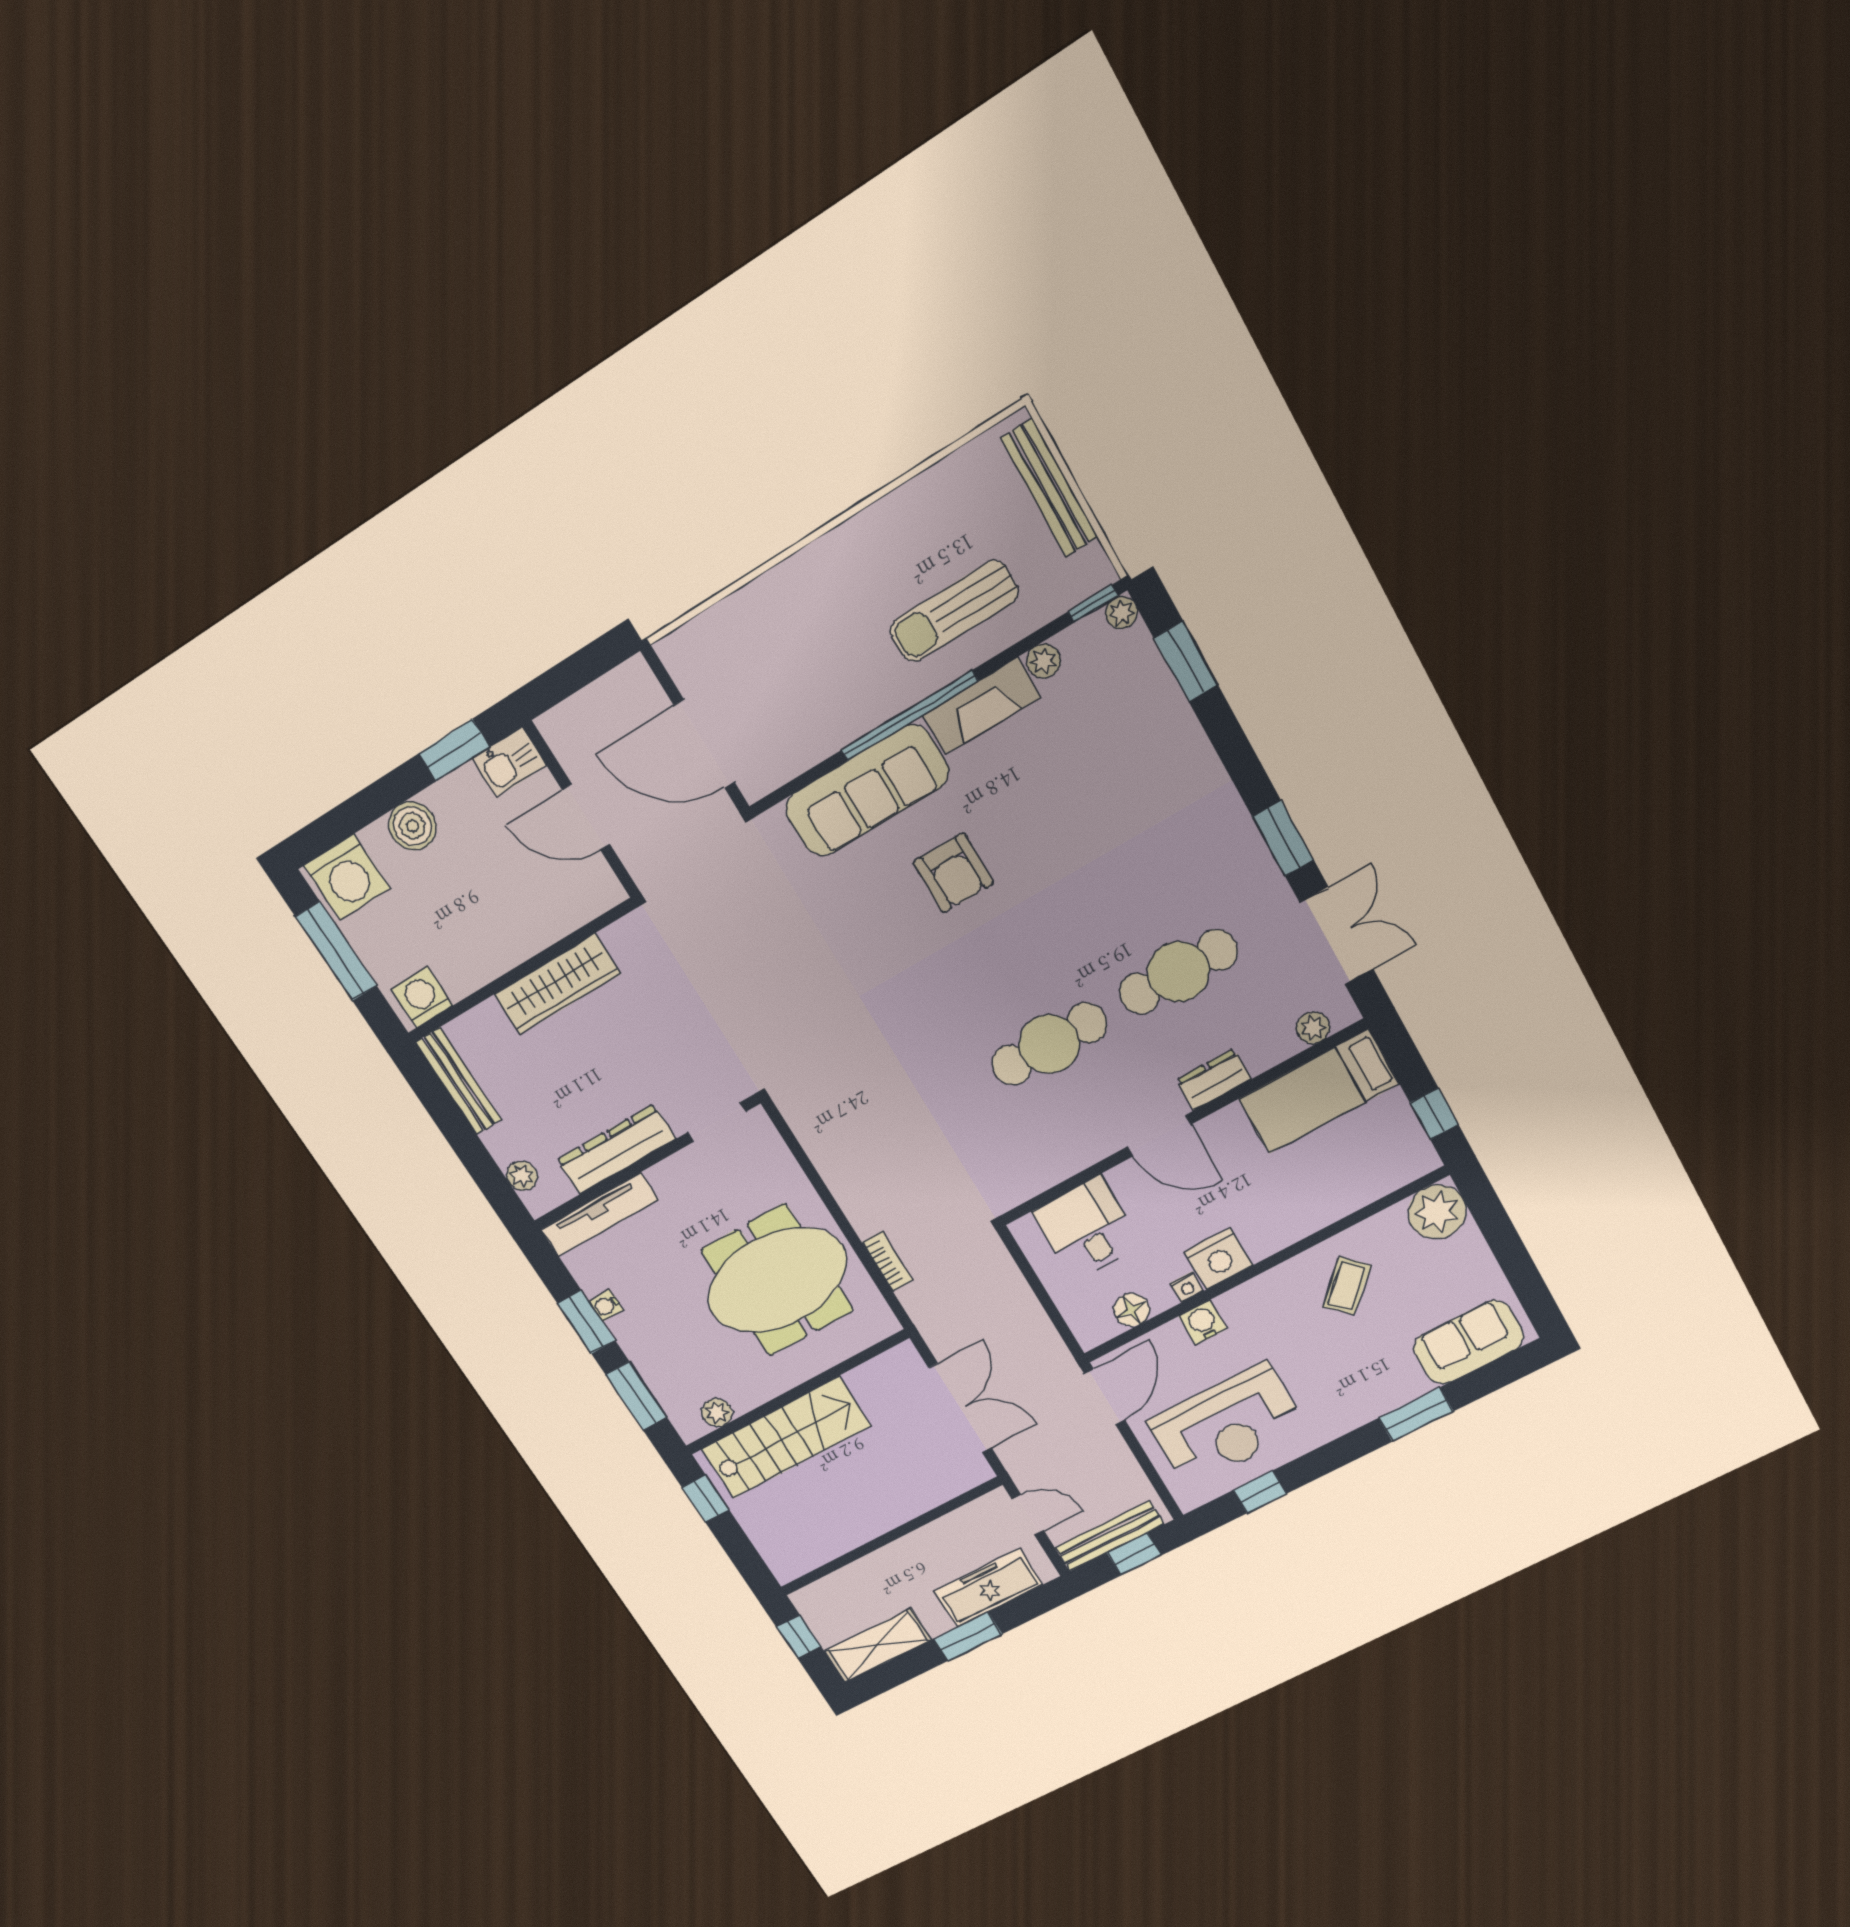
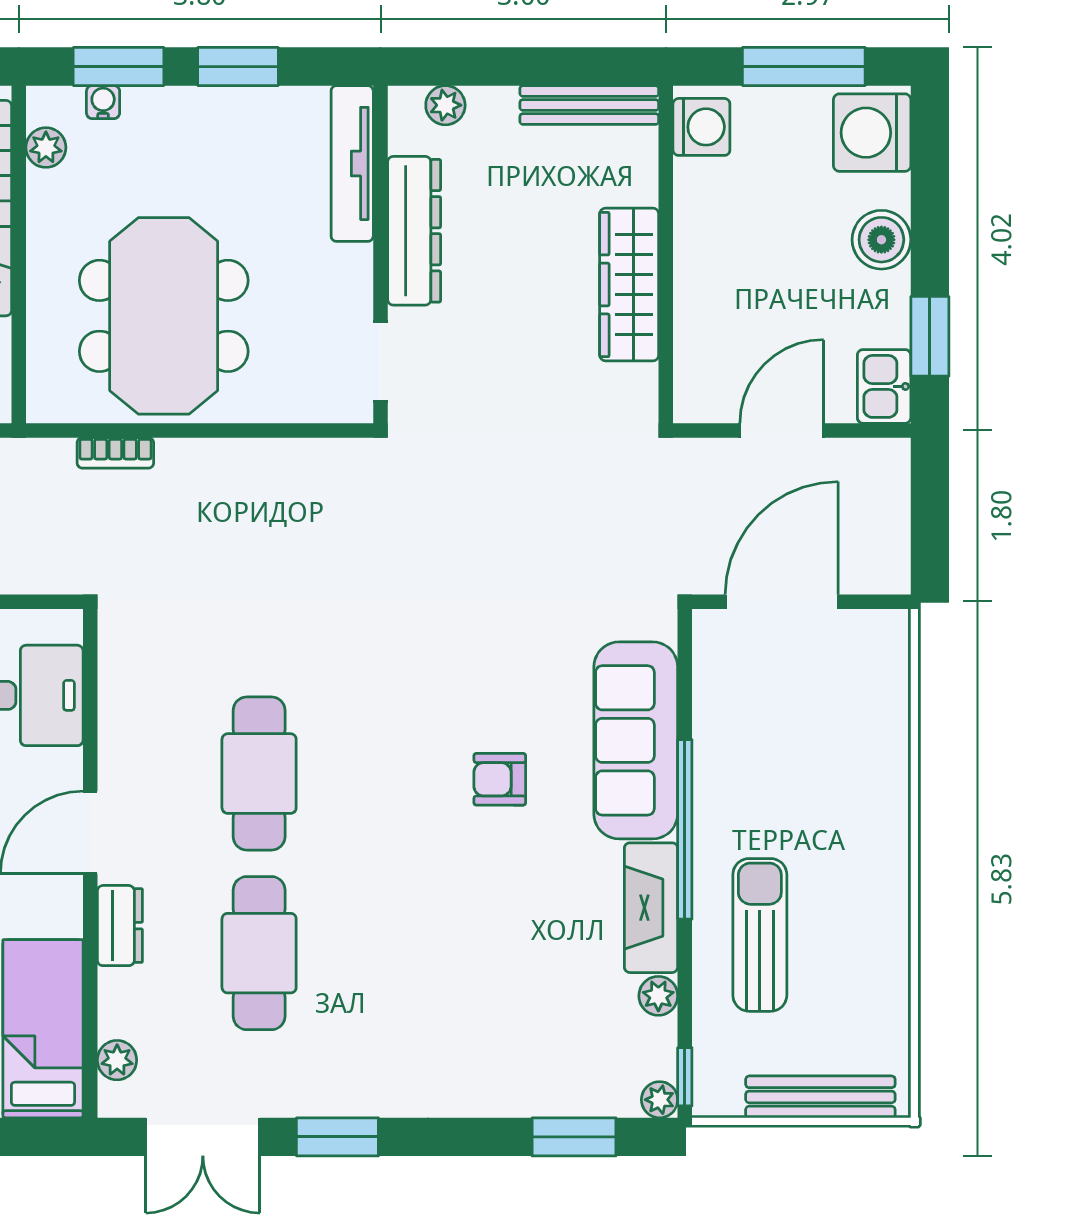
armchair: (953, 873) -> (500, 779), width x0.72, depth x0.72
water cooler: (606, 1305) -> (103, 102), moved

